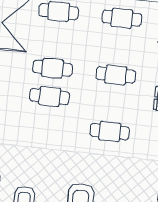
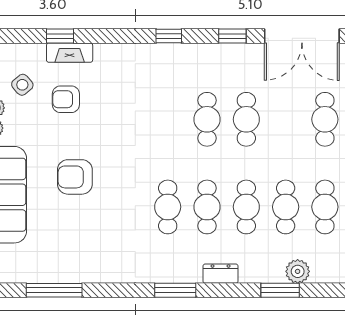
cafe table: (119, 47) -> (286, 207), added
cafe table: (113, 103) -> (207, 207), added

